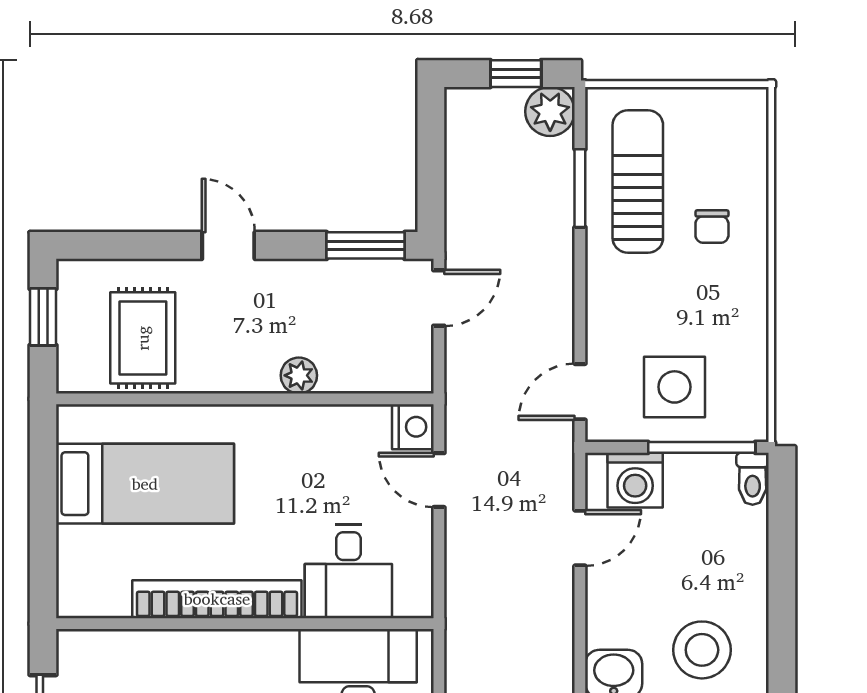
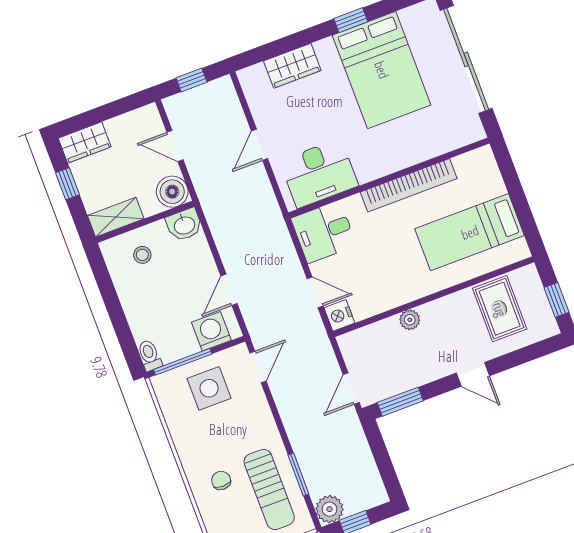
desk: (348, 571) -> (324, 232), moved, turned -90
stool: (702, 650) -> (142, 255), width x0.53, depth x0.53

